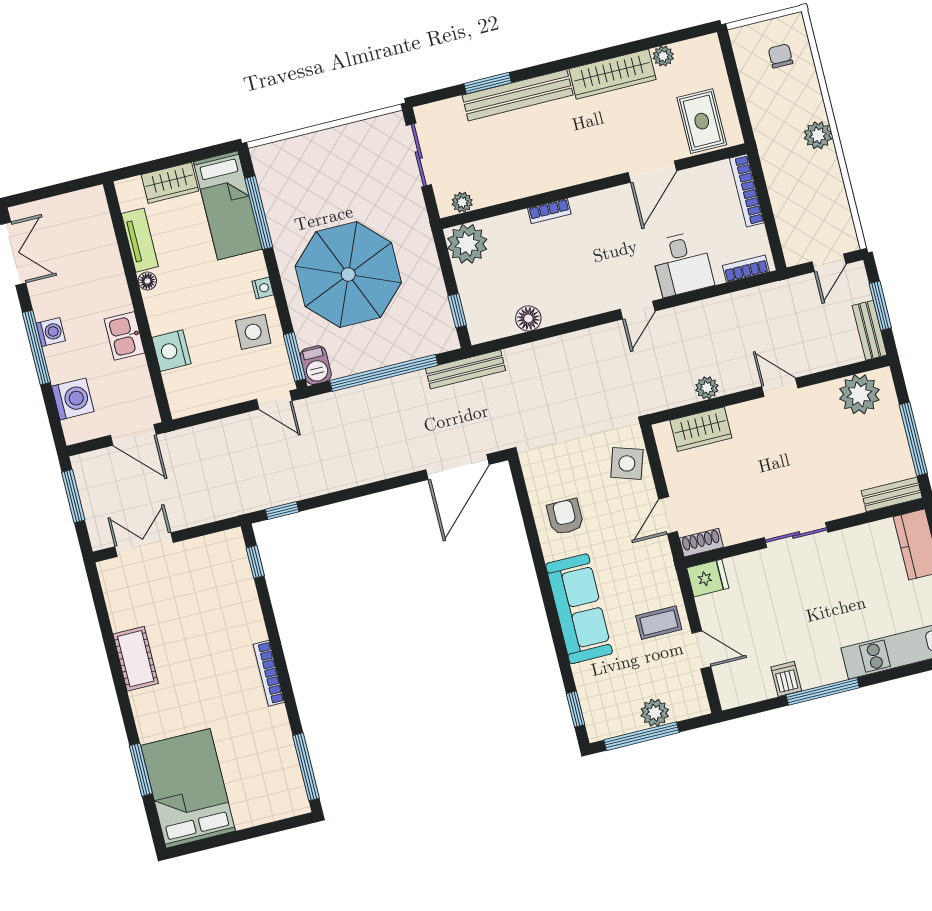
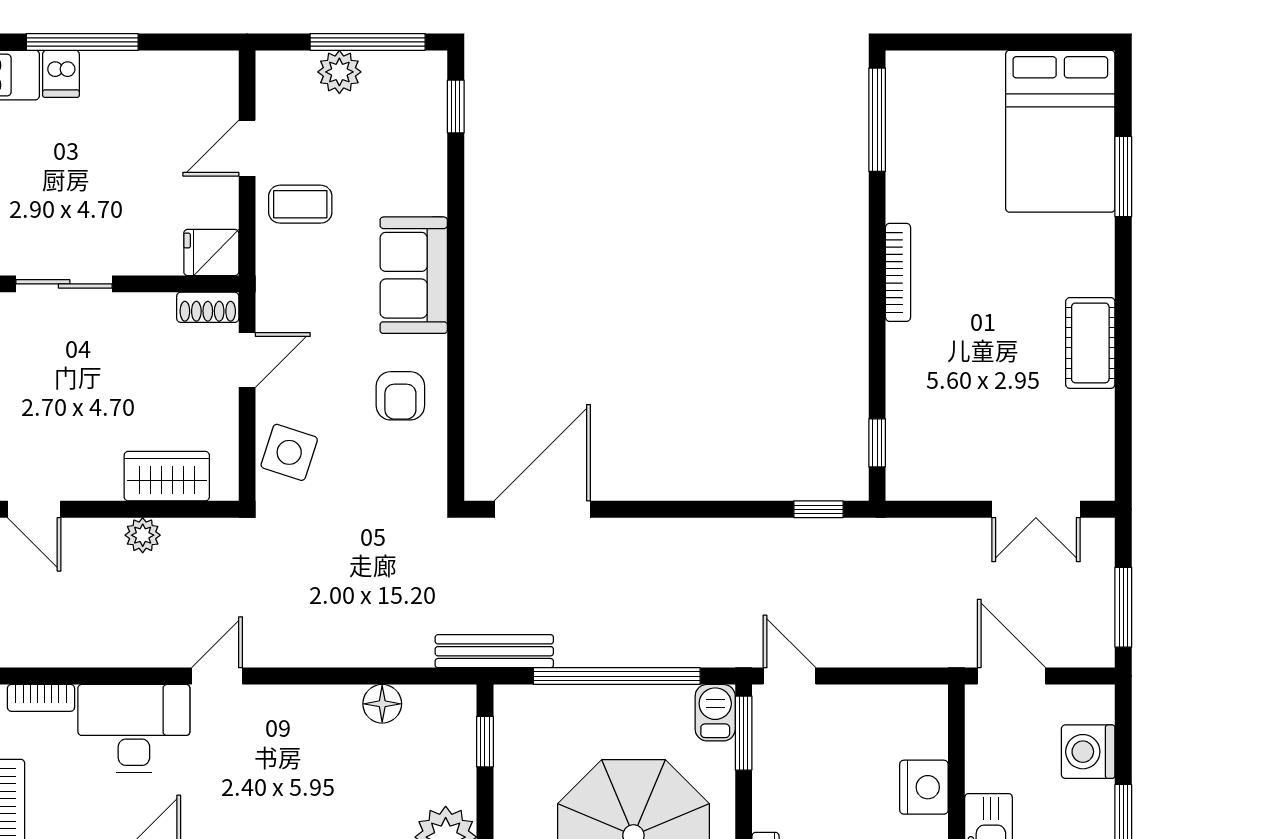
desk: (682, 264) -> (134, 728), width x1.37
side table: (253, 332) -> (796, 785), removed
sofa: (579, 609) -> (414, 275), width x0.73
door: (701, 650) -> (247, 148), hinge flipped
dishwasher: (786, 679) -> (61, 74), moved

